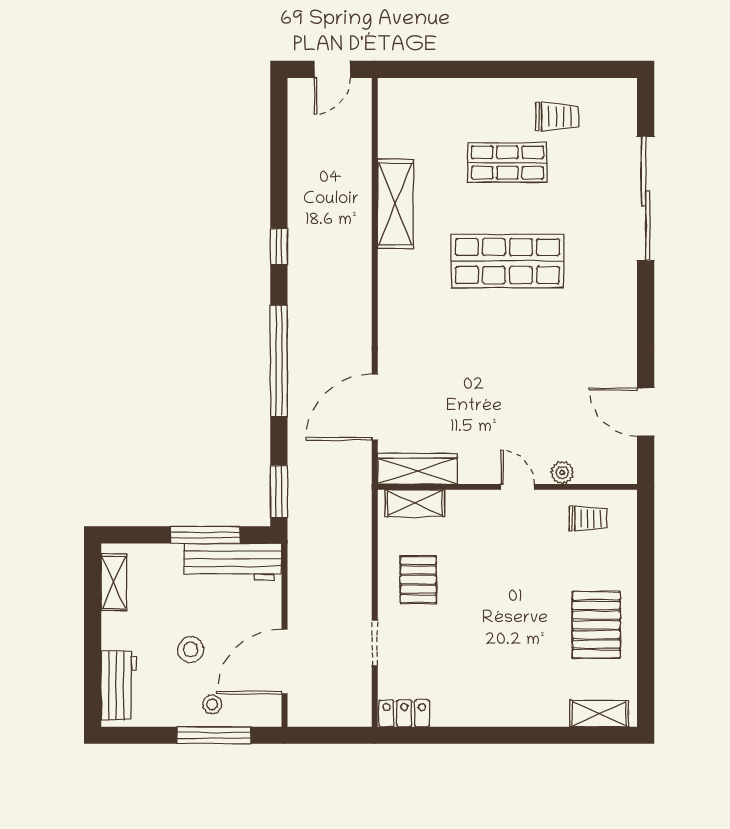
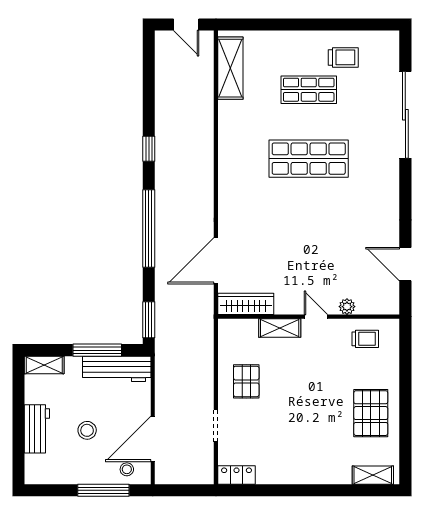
door: (332, 69) -> (186, 24), hinge flipped
shelving: (395, 204) -> (230, 68), moved
shelving: (415, 503) -> (280, 328), moved
shelving: (114, 582) -> (44, 365), moved, turned 90
workbench: (119, 685) -> (37, 429), moved
stool: (212, 704) -> (127, 469), moved

